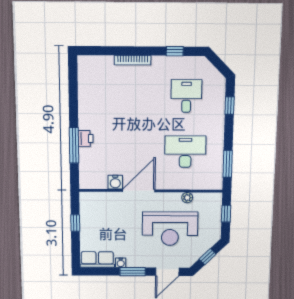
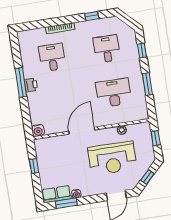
desk: (117, 96) -> (52, 57), added
printer: (86, 138) -> (31, 85), moved
window: (74, 145) -> (21, 82), moved
window: (228, 164) -> (147, 84), moved
water cooler: (115, 182) -> (38, 130), moved
window: (133, 272) -> (66, 203), moved

